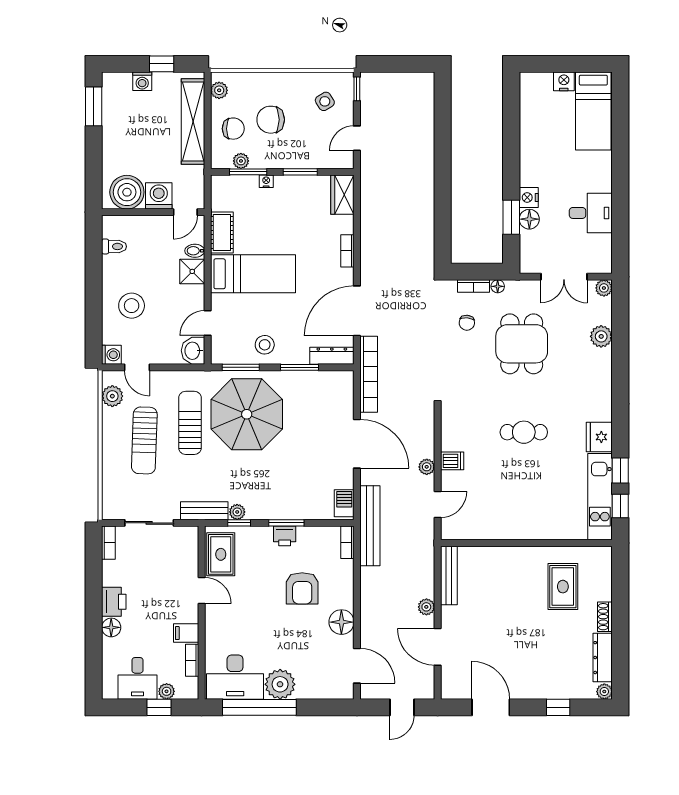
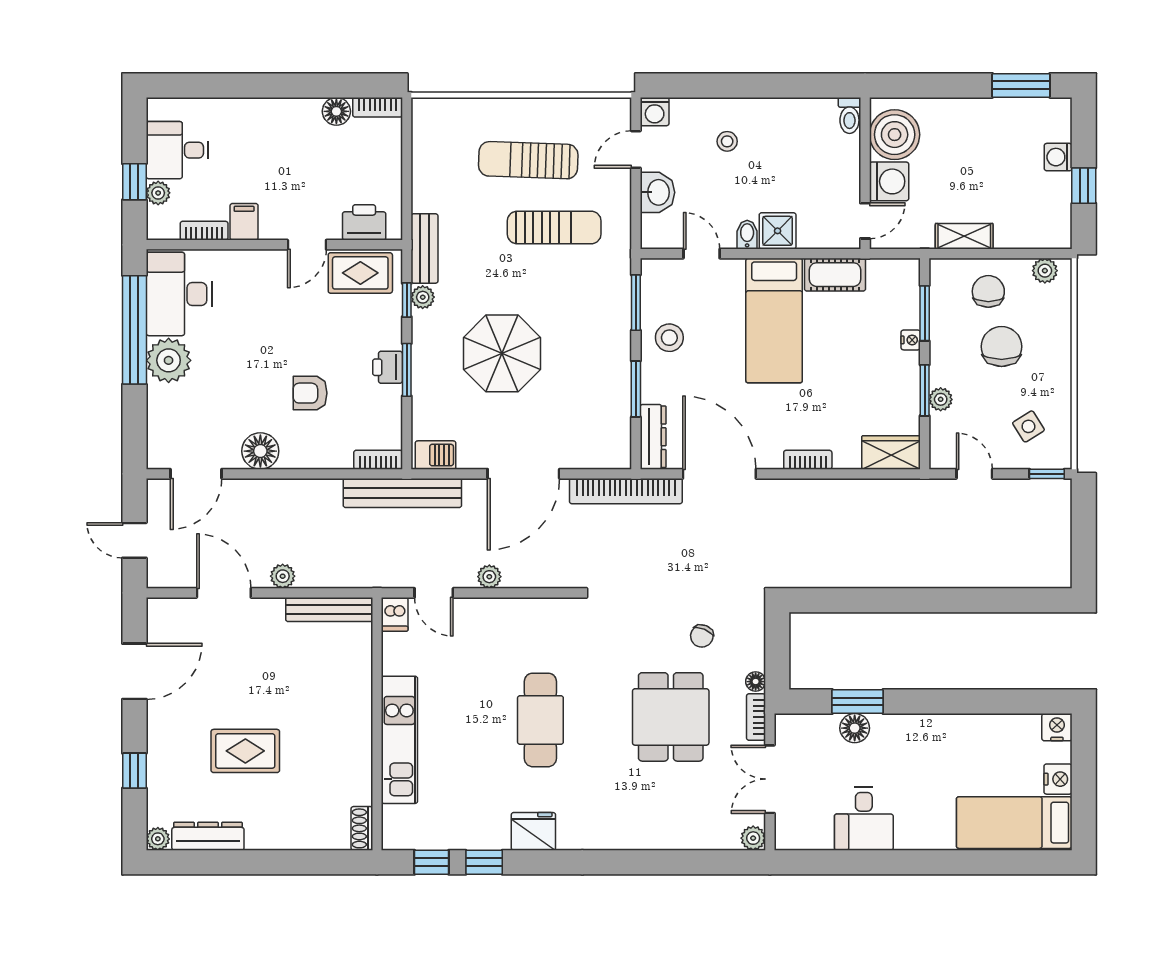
shelving: (193, 122) -> (964, 236), width x0.45, depth x0.75
chair: (233, 129) -> (988, 291), turned 180
plant: (241, 161) -> (941, 399), moved
nightstand: (529, 197) -> (1057, 727), moved
door: (185, 212) -> (865, 221), swing flipped
toilet: (114, 246) -> (849, 115), moved
bidet: (195, 251) -> (747, 235), moved
bookcase: (474, 286) -> (756, 717), moved
stool: (132, 306) -> (727, 141), width x0.53, depth x0.53
chair: (467, 323) -> (702, 636), turned -73
plant: (601, 336) -> (682, 834), removed
dining table: (522, 344) -> (671, 717), turned 90
washbasin: (193, 351) -> (657, 192), moved, turned 90
plant: (112, 396) -> (594, 113), removed
parasol: (247, 414) -> (502, 353), moved, width x0.73, depth x0.73
cafe table: (524, 432) -> (540, 720), width x1.37, depth x1.35
dishwasher: (452, 461) -> (395, 614), moved
kitchen unit: (600, 497) -> (399, 740), moved, turned 90
sliding door: (149, 523) -> (407, 167), removed
rug: (563, 587) -> (245, 751), moved
armchair: (302, 588) -> (310, 393), width x0.72, depth x0.72
printer: (114, 602) -> (364, 222), moved, turned 180
shoe rack: (605, 617) -> (362, 828), moved, turned -90
floor lamp: (111, 627) -> (336, 111), moved
door: (438, 647) -> (224, 593), hinge flipped

